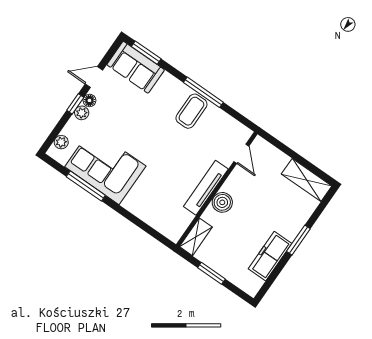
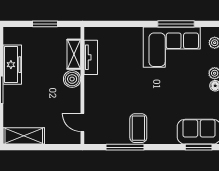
window: (203, 92) -> (125, 147), moved
tv unit: (206, 188) -> (91, 57), moved, width x0.71
shelving: (196, 237) -> (74, 54), moved

